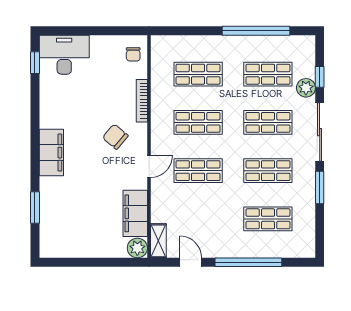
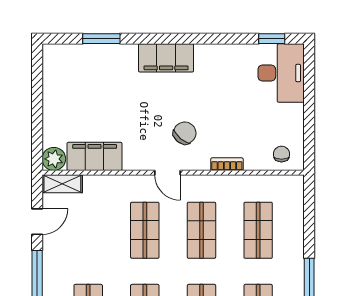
chair: (133, 54) -> (281, 154), turned 90
bookcase: (142, 101) -> (227, 164), width x0.64
door: (149, 166) -> (167, 173), moved

